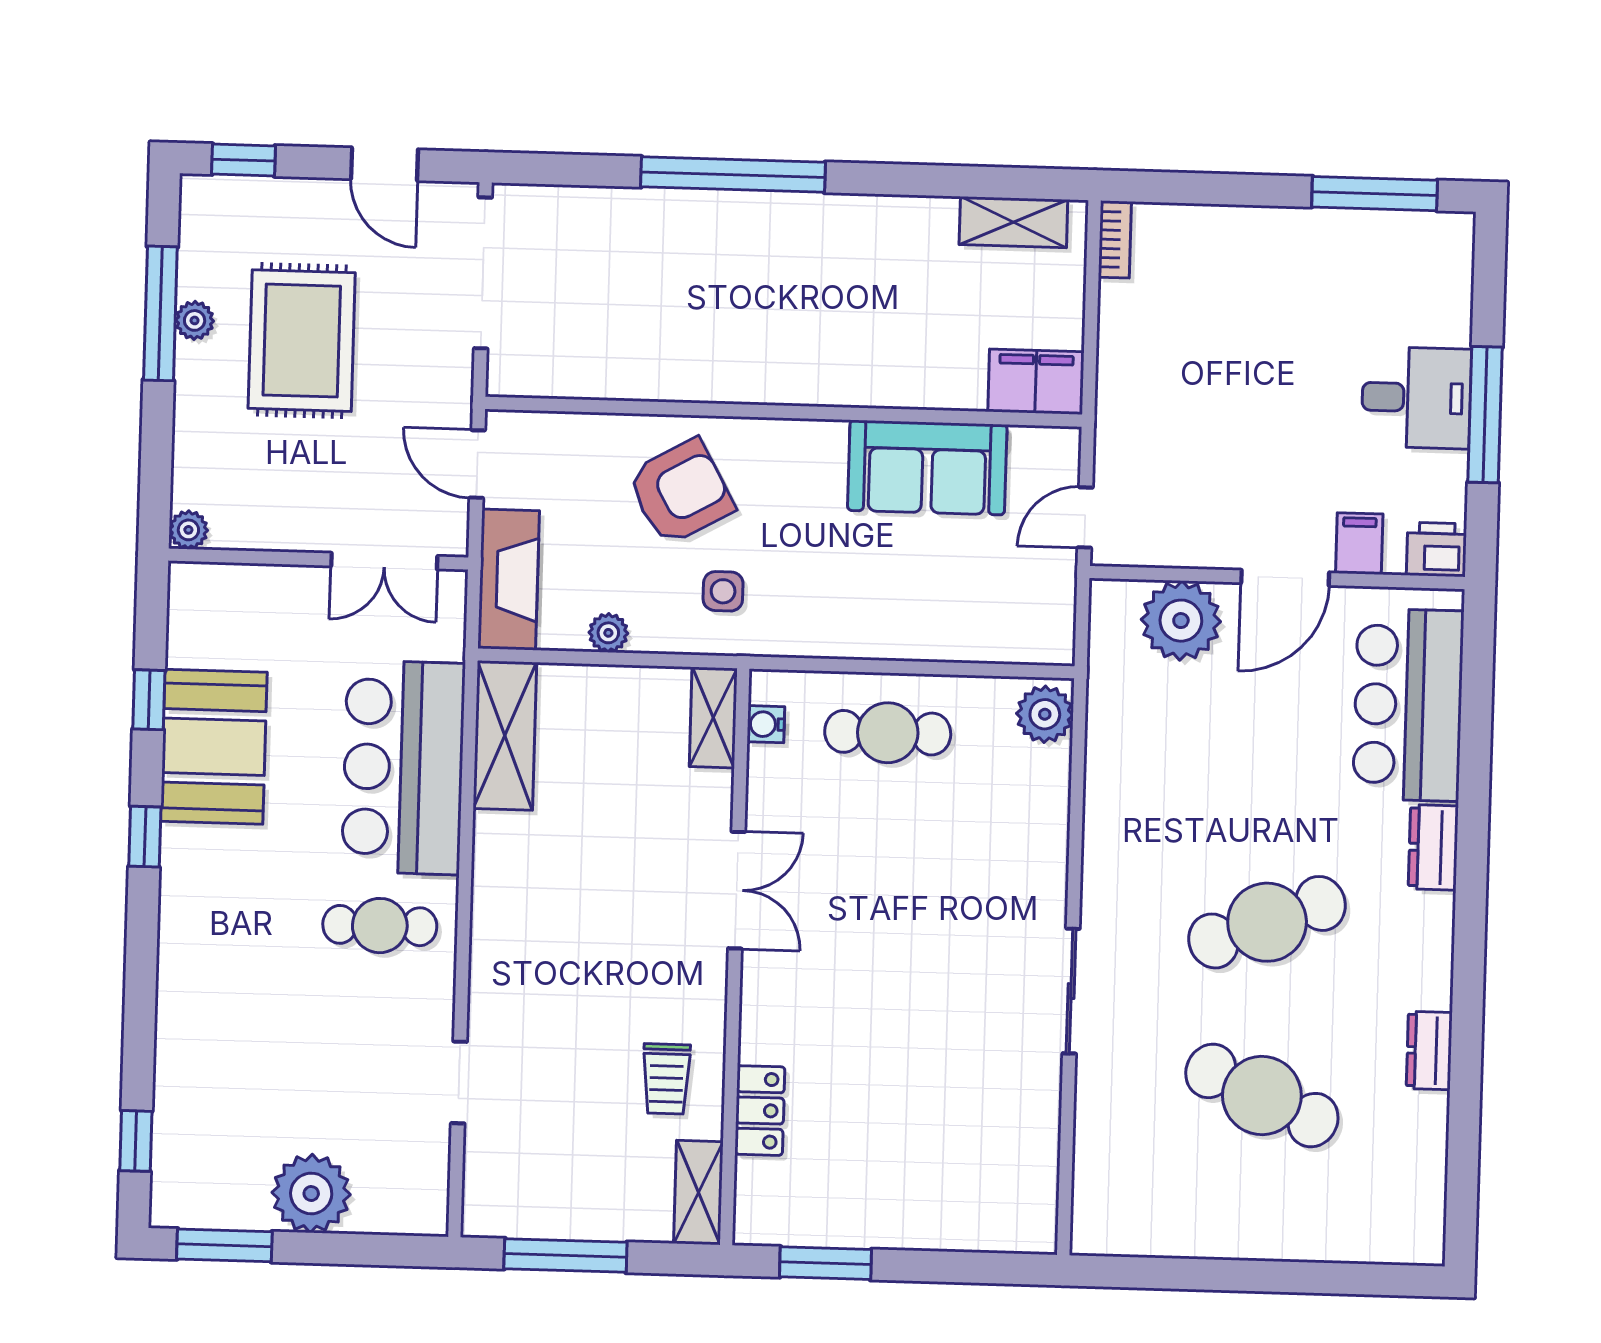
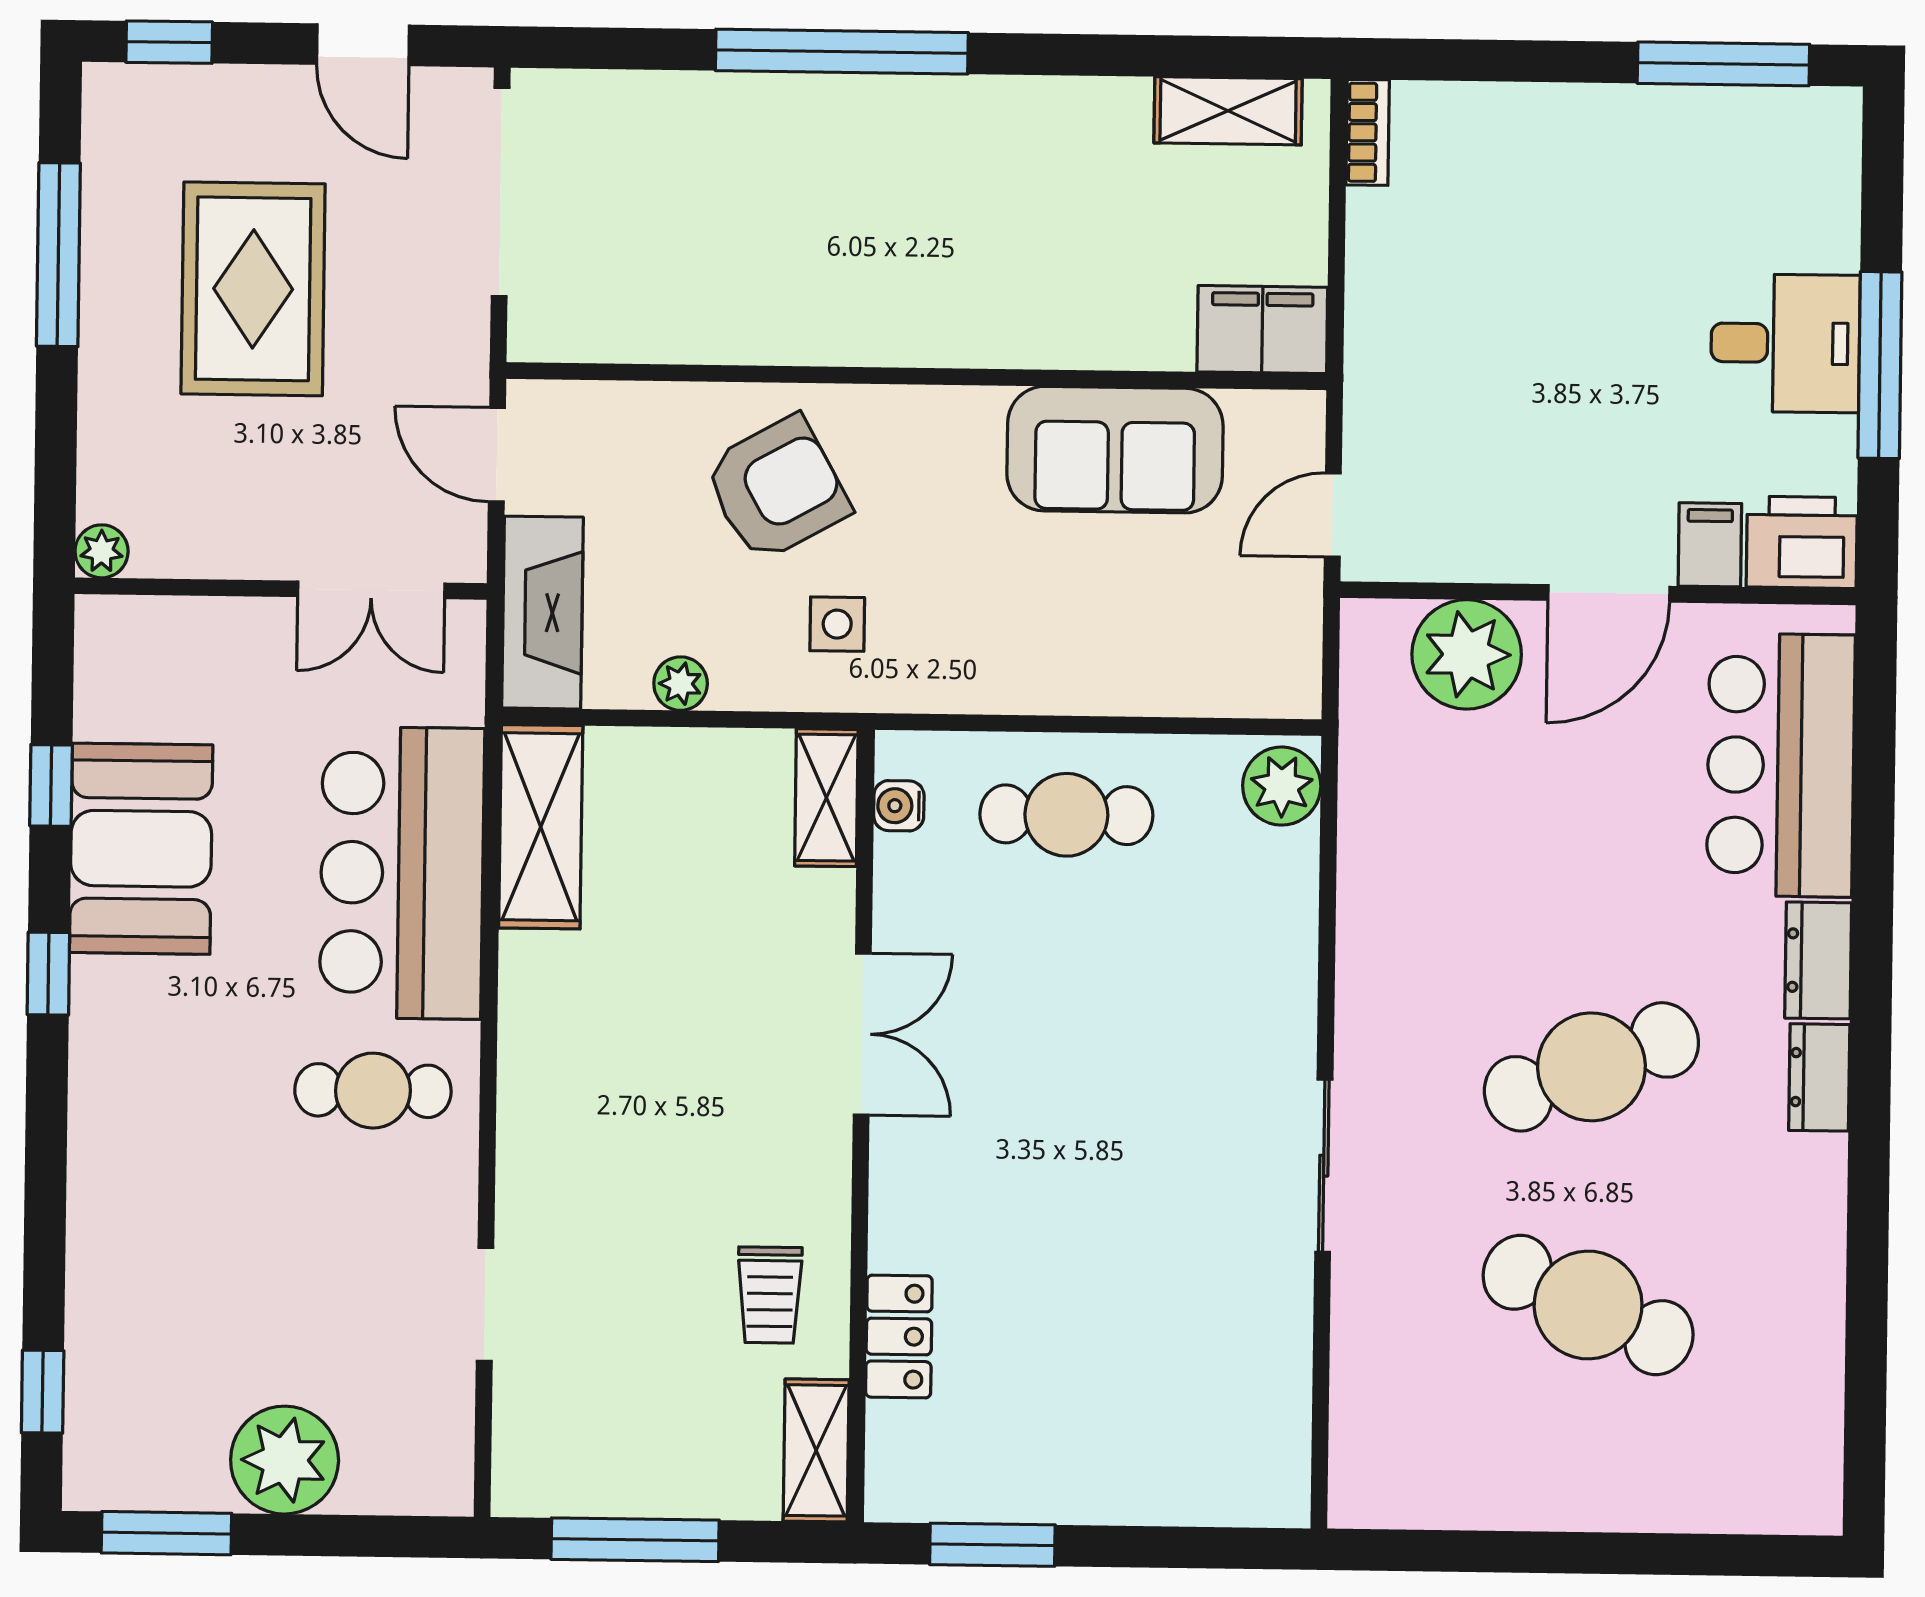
plant: (195, 320) -> (105, 264), removed
printer: (1437, 549) -> (1802, 542), width x1.36, depth x1.24
dresser: (1429, 1050) -> (1819, 1077), moved

